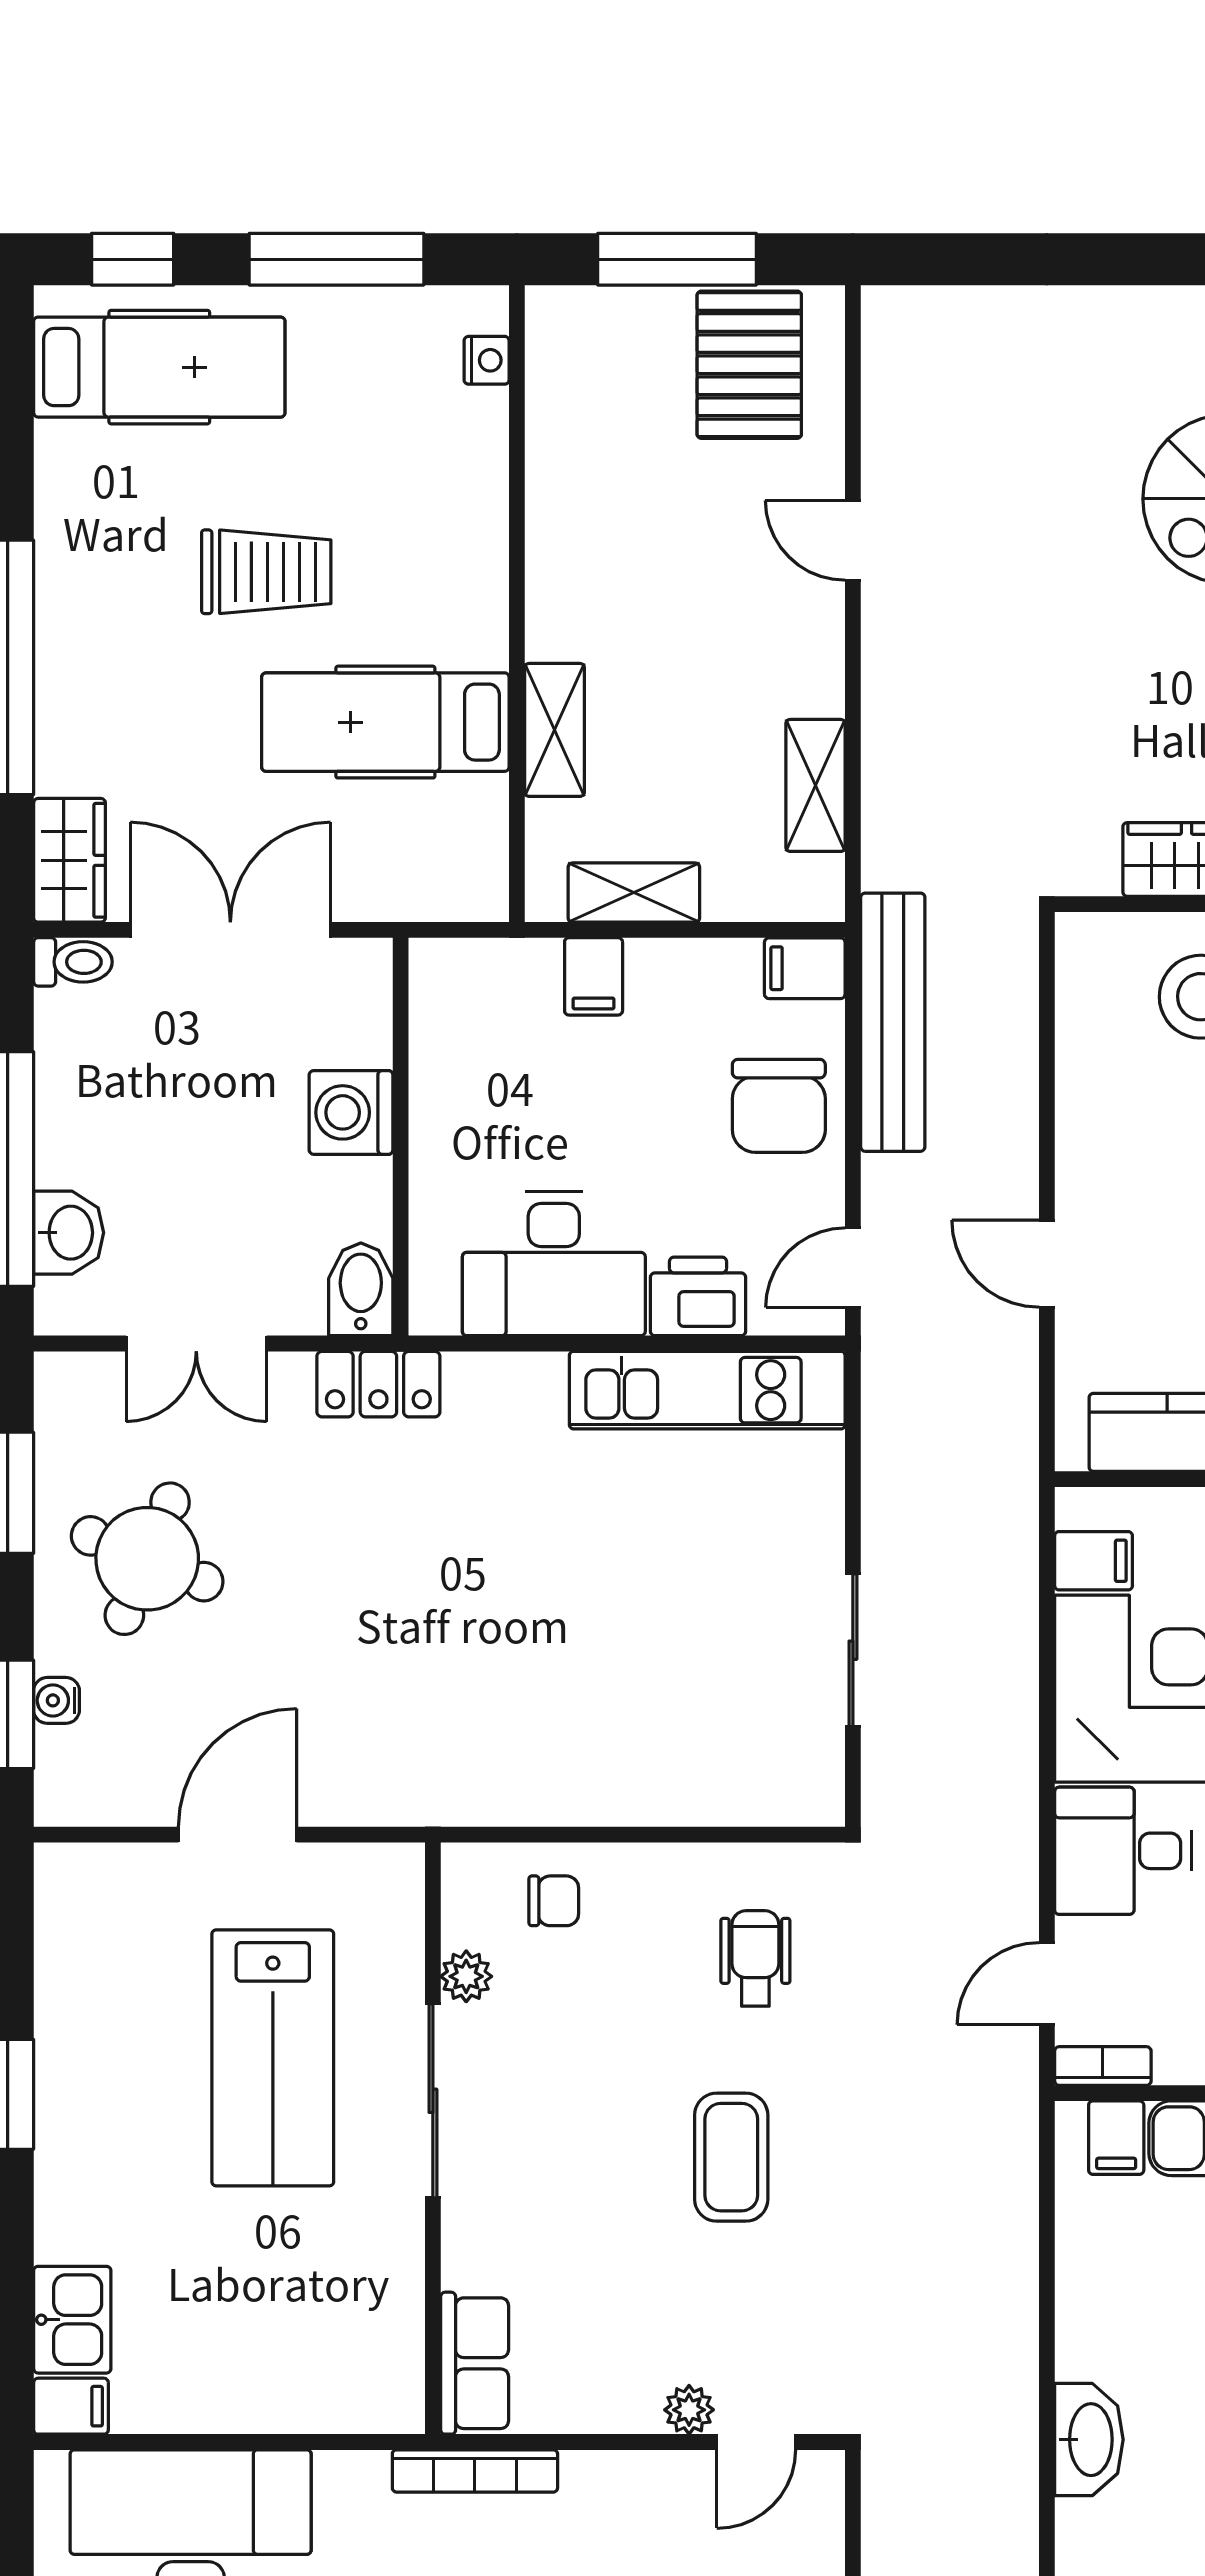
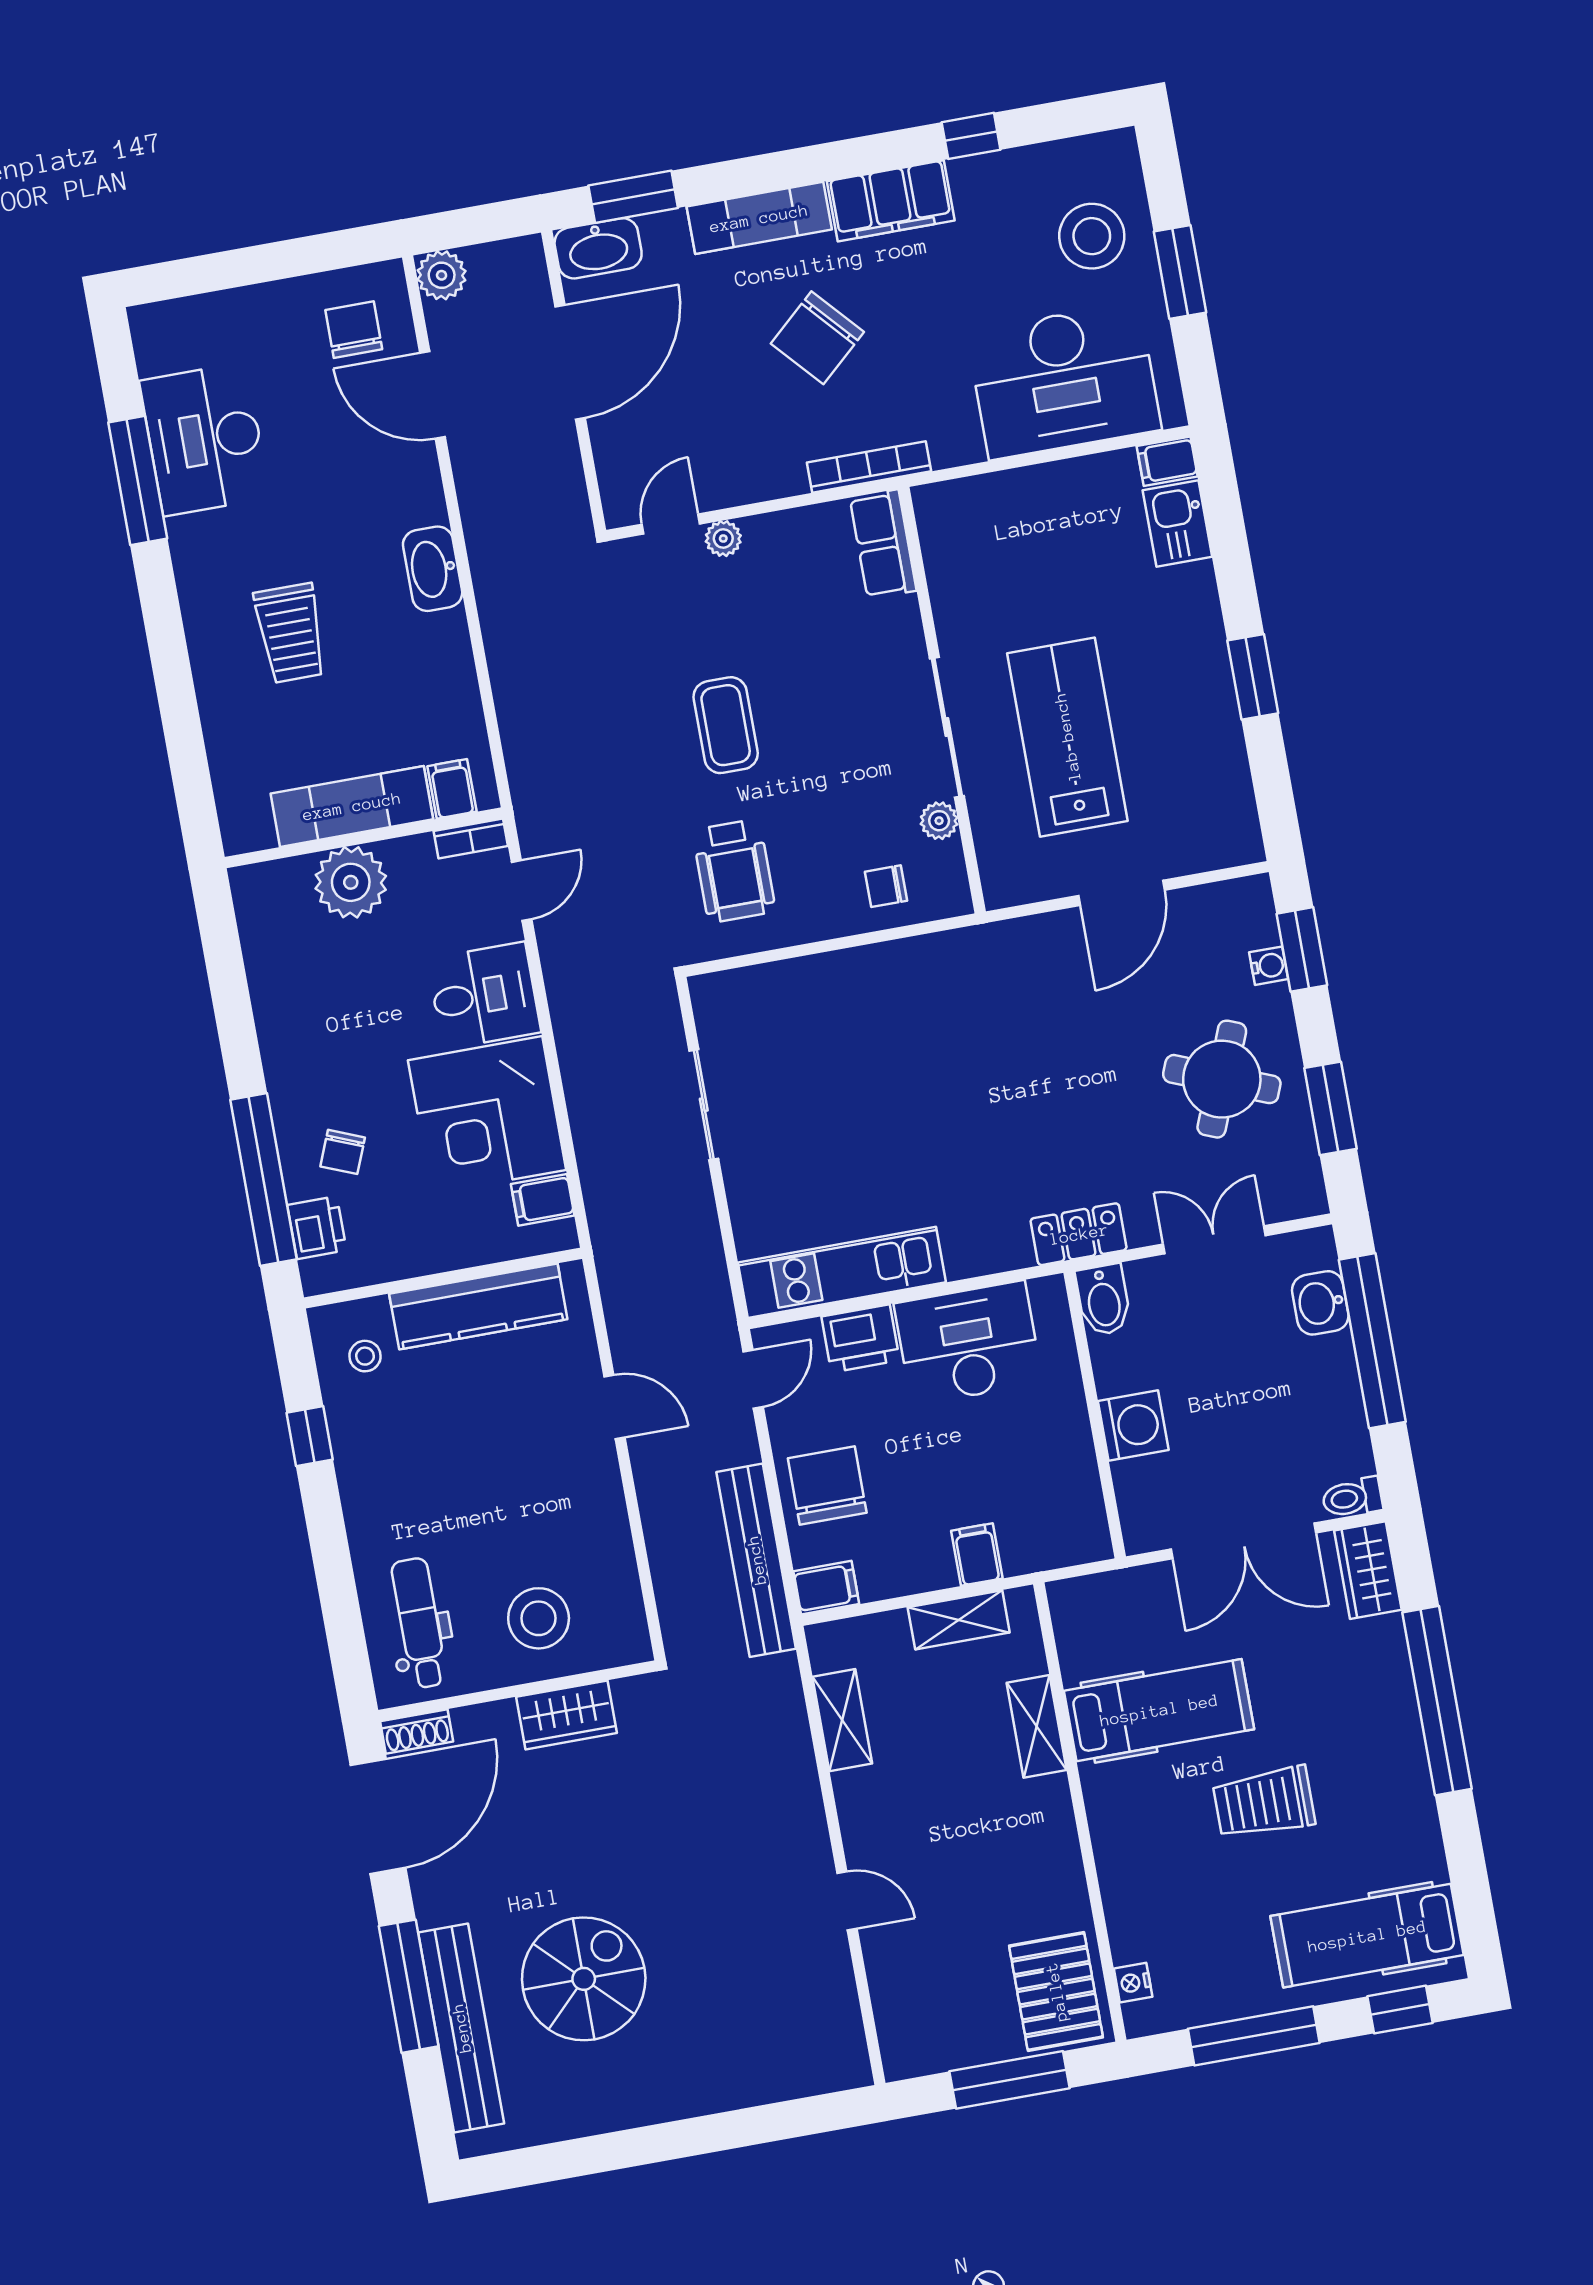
pallet: (749, 365) -> (1056, 1992), moved
wheelchair: (755, 1958) -> (734, 871), width x1.36, depth x1.37

